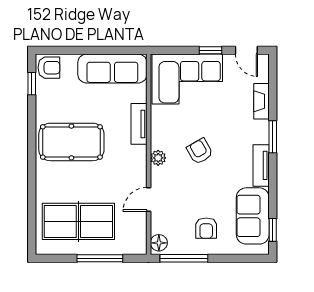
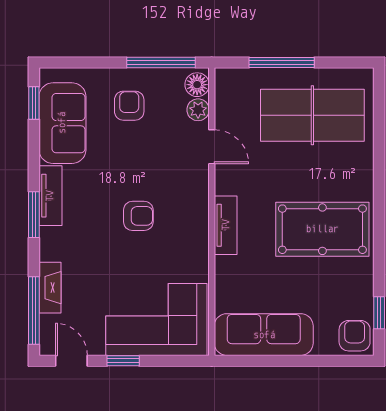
armchair: (49, 68) -> (355, 336), turned 90
window: (273, 85) -> (34, 311), added
tv unit: (139, 124) -> (226, 225), moved
window: (273, 137) -> (34, 215), moved
armchair: (200, 151) -> (138, 216), turned -60
plant: (158, 158) -> (198, 110), moved
door: (149, 199) -> (212, 147), hinge flipped

